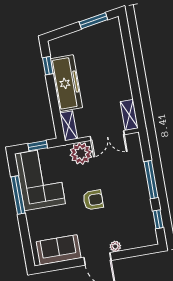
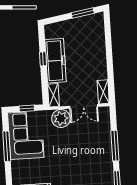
window: (48, 66) -> (43, 59), moved
armchair: (93, 200) -> (67, 157), removed

